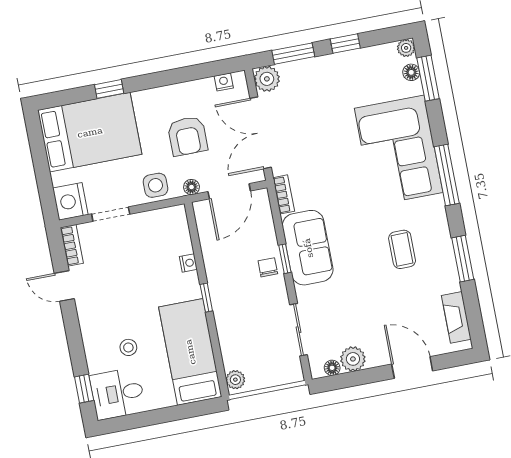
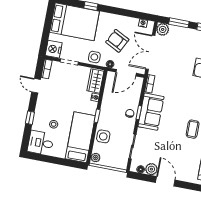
armchair: (188, 136) -> (117, 41), turned 117
wardrobe: (176, 231) -> (95, 81), added
side table: (234, 333) -> (103, 136), added
door: (412, 367) -> (165, 181), moved
window: (84, 389) -> (30, 118), moved

